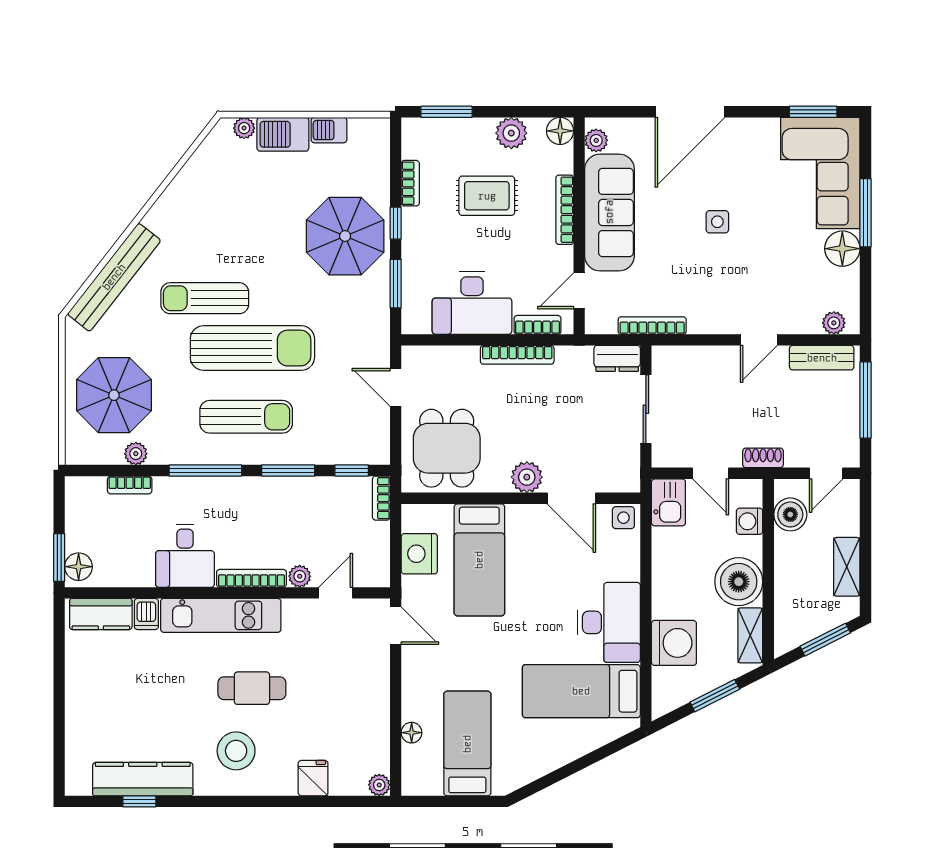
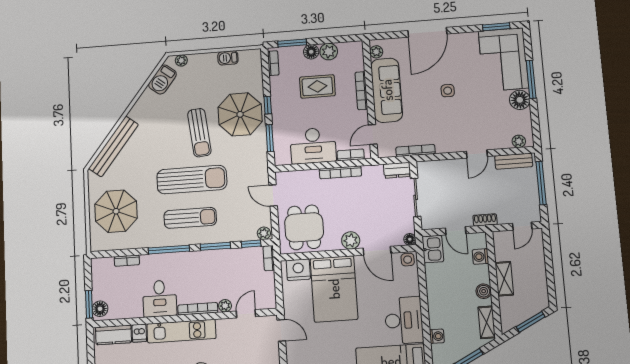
floor lamp: (560, 131) -> (311, 52), moved
barbecue: (283, 134) -> (162, 79), moved, turned -52
bookcase: (410, 183) -> (273, 63), moved
sun lounger: (205, 298) -> (199, 133), moved, turned -96
plant: (136, 454) -> (264, 233), moved
floor lamp: (630, 482) -> (410, 239), added
boiler: (790, 514) -> (504, 251), removed
nightstand: (419, 554) -> (298, 270), moved, turned 90
bed: (479, 560) -> (334, 289), width x1.50
shelving: (847, 567) -> (504, 279), moved
boiler: (739, 582) -> (484, 291), width x0.54, depth x0.54
washing machine: (674, 643) -> (437, 336), width x0.53, depth x0.53

